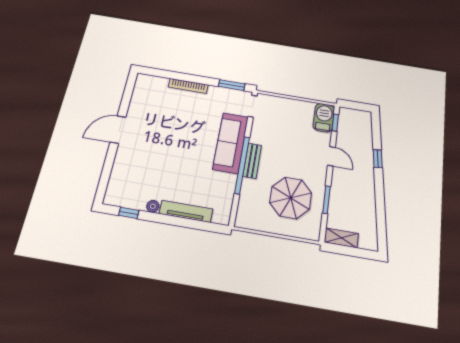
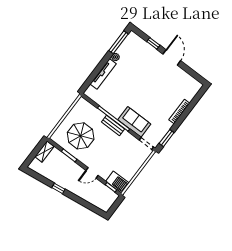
sofa: (231, 143) -> (134, 122), width x0.73
window: (378, 159) -> (58, 188), moved
window: (109, 163) -> (153, 43), added
window: (129, 213) -> (118, 42), width x2.17

